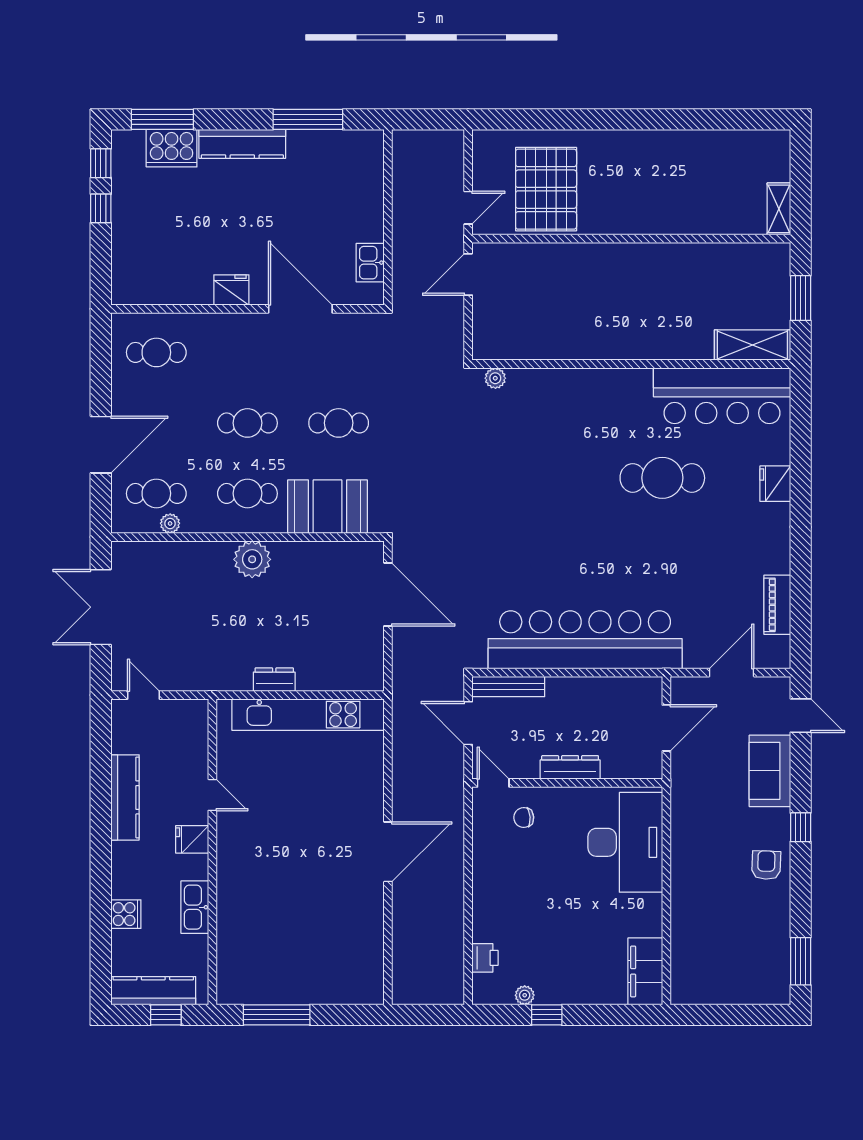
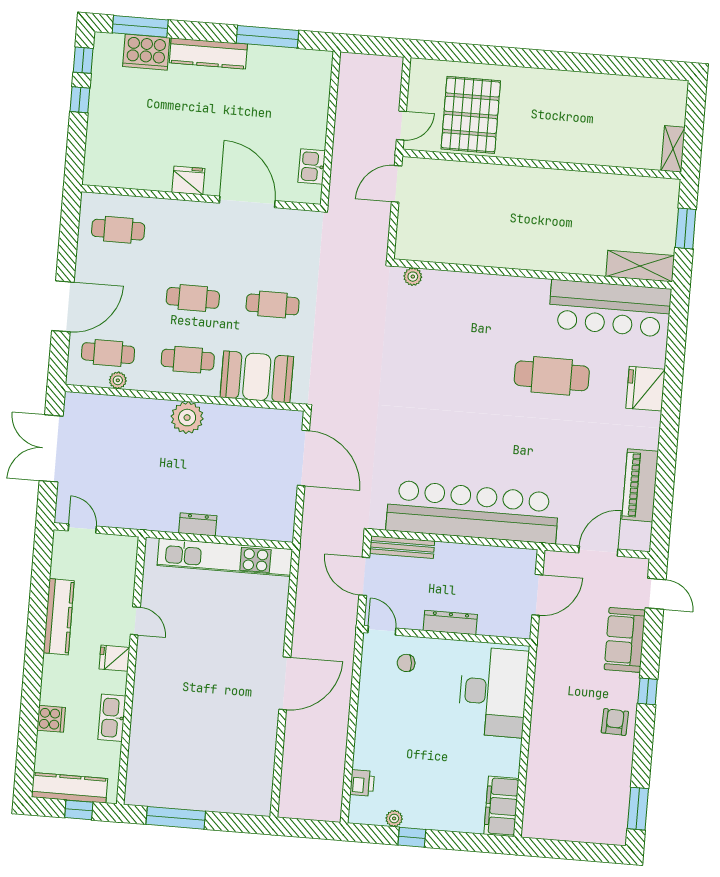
fridge: (775, 484) -> (646, 389), width x1.36, depth x1.34
piano: (777, 605) -> (640, 485), width x1.37, depth x1.33

